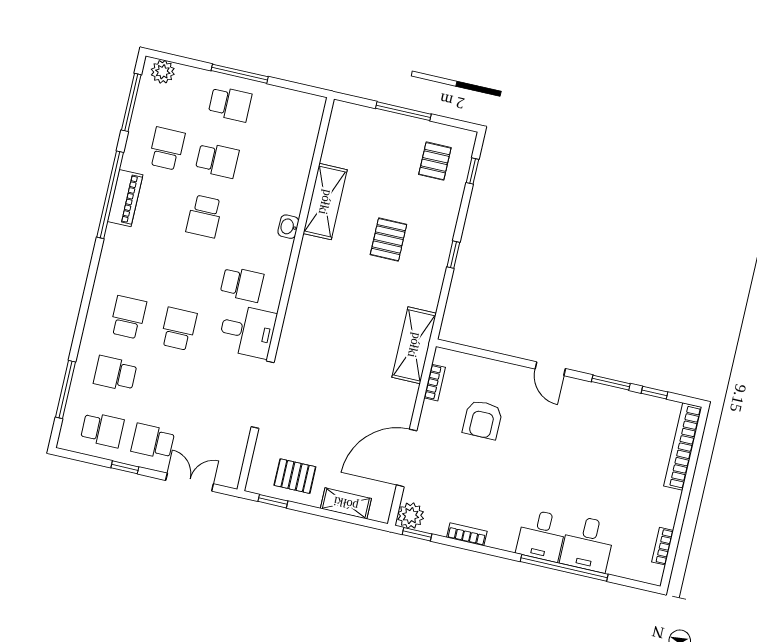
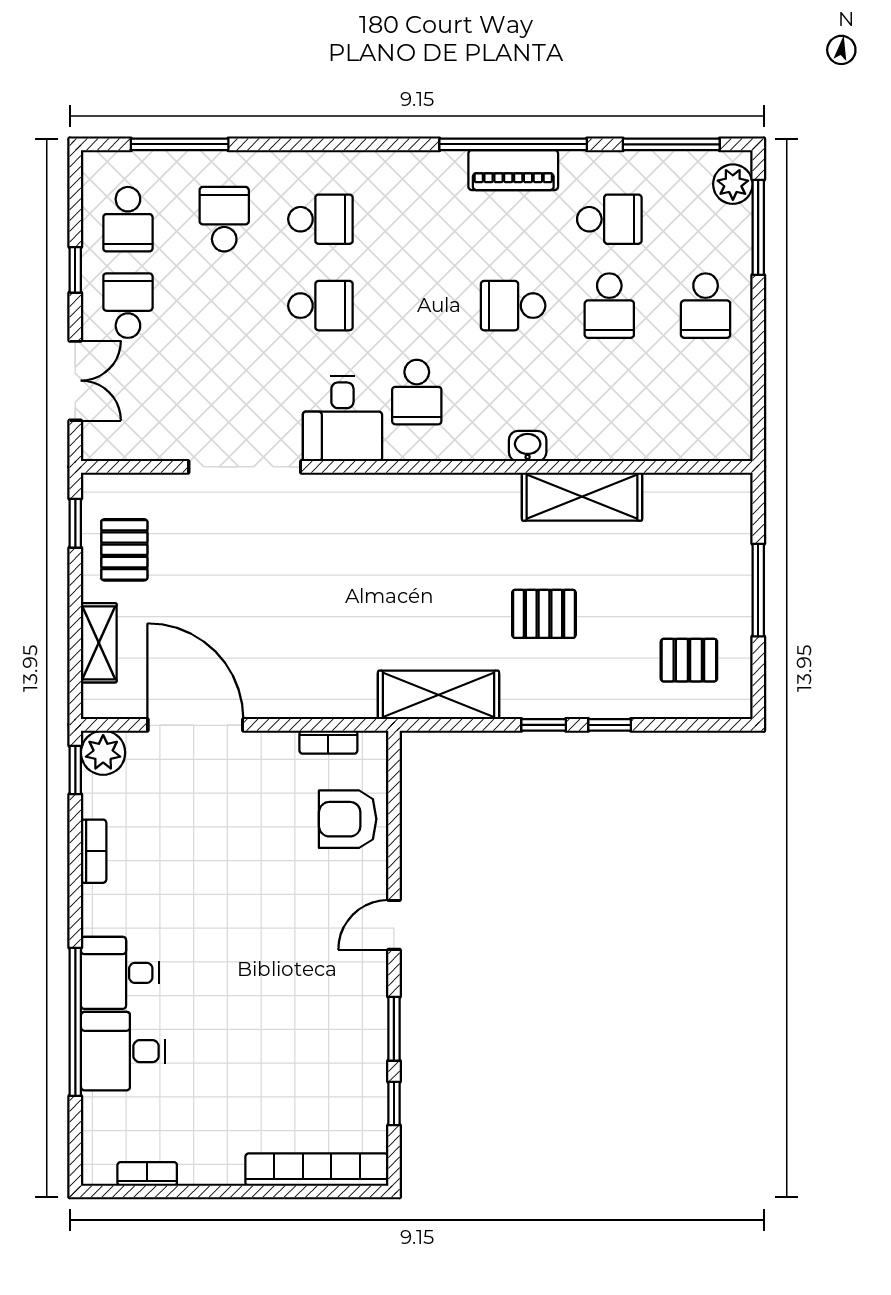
window: (240, 74) -> (758, 227), moved
window: (472, 171) -> (610, 725), moved
shelving: (414, 345) -> (438, 695), moved
armchair: (483, 420) -> (348, 819), moved

